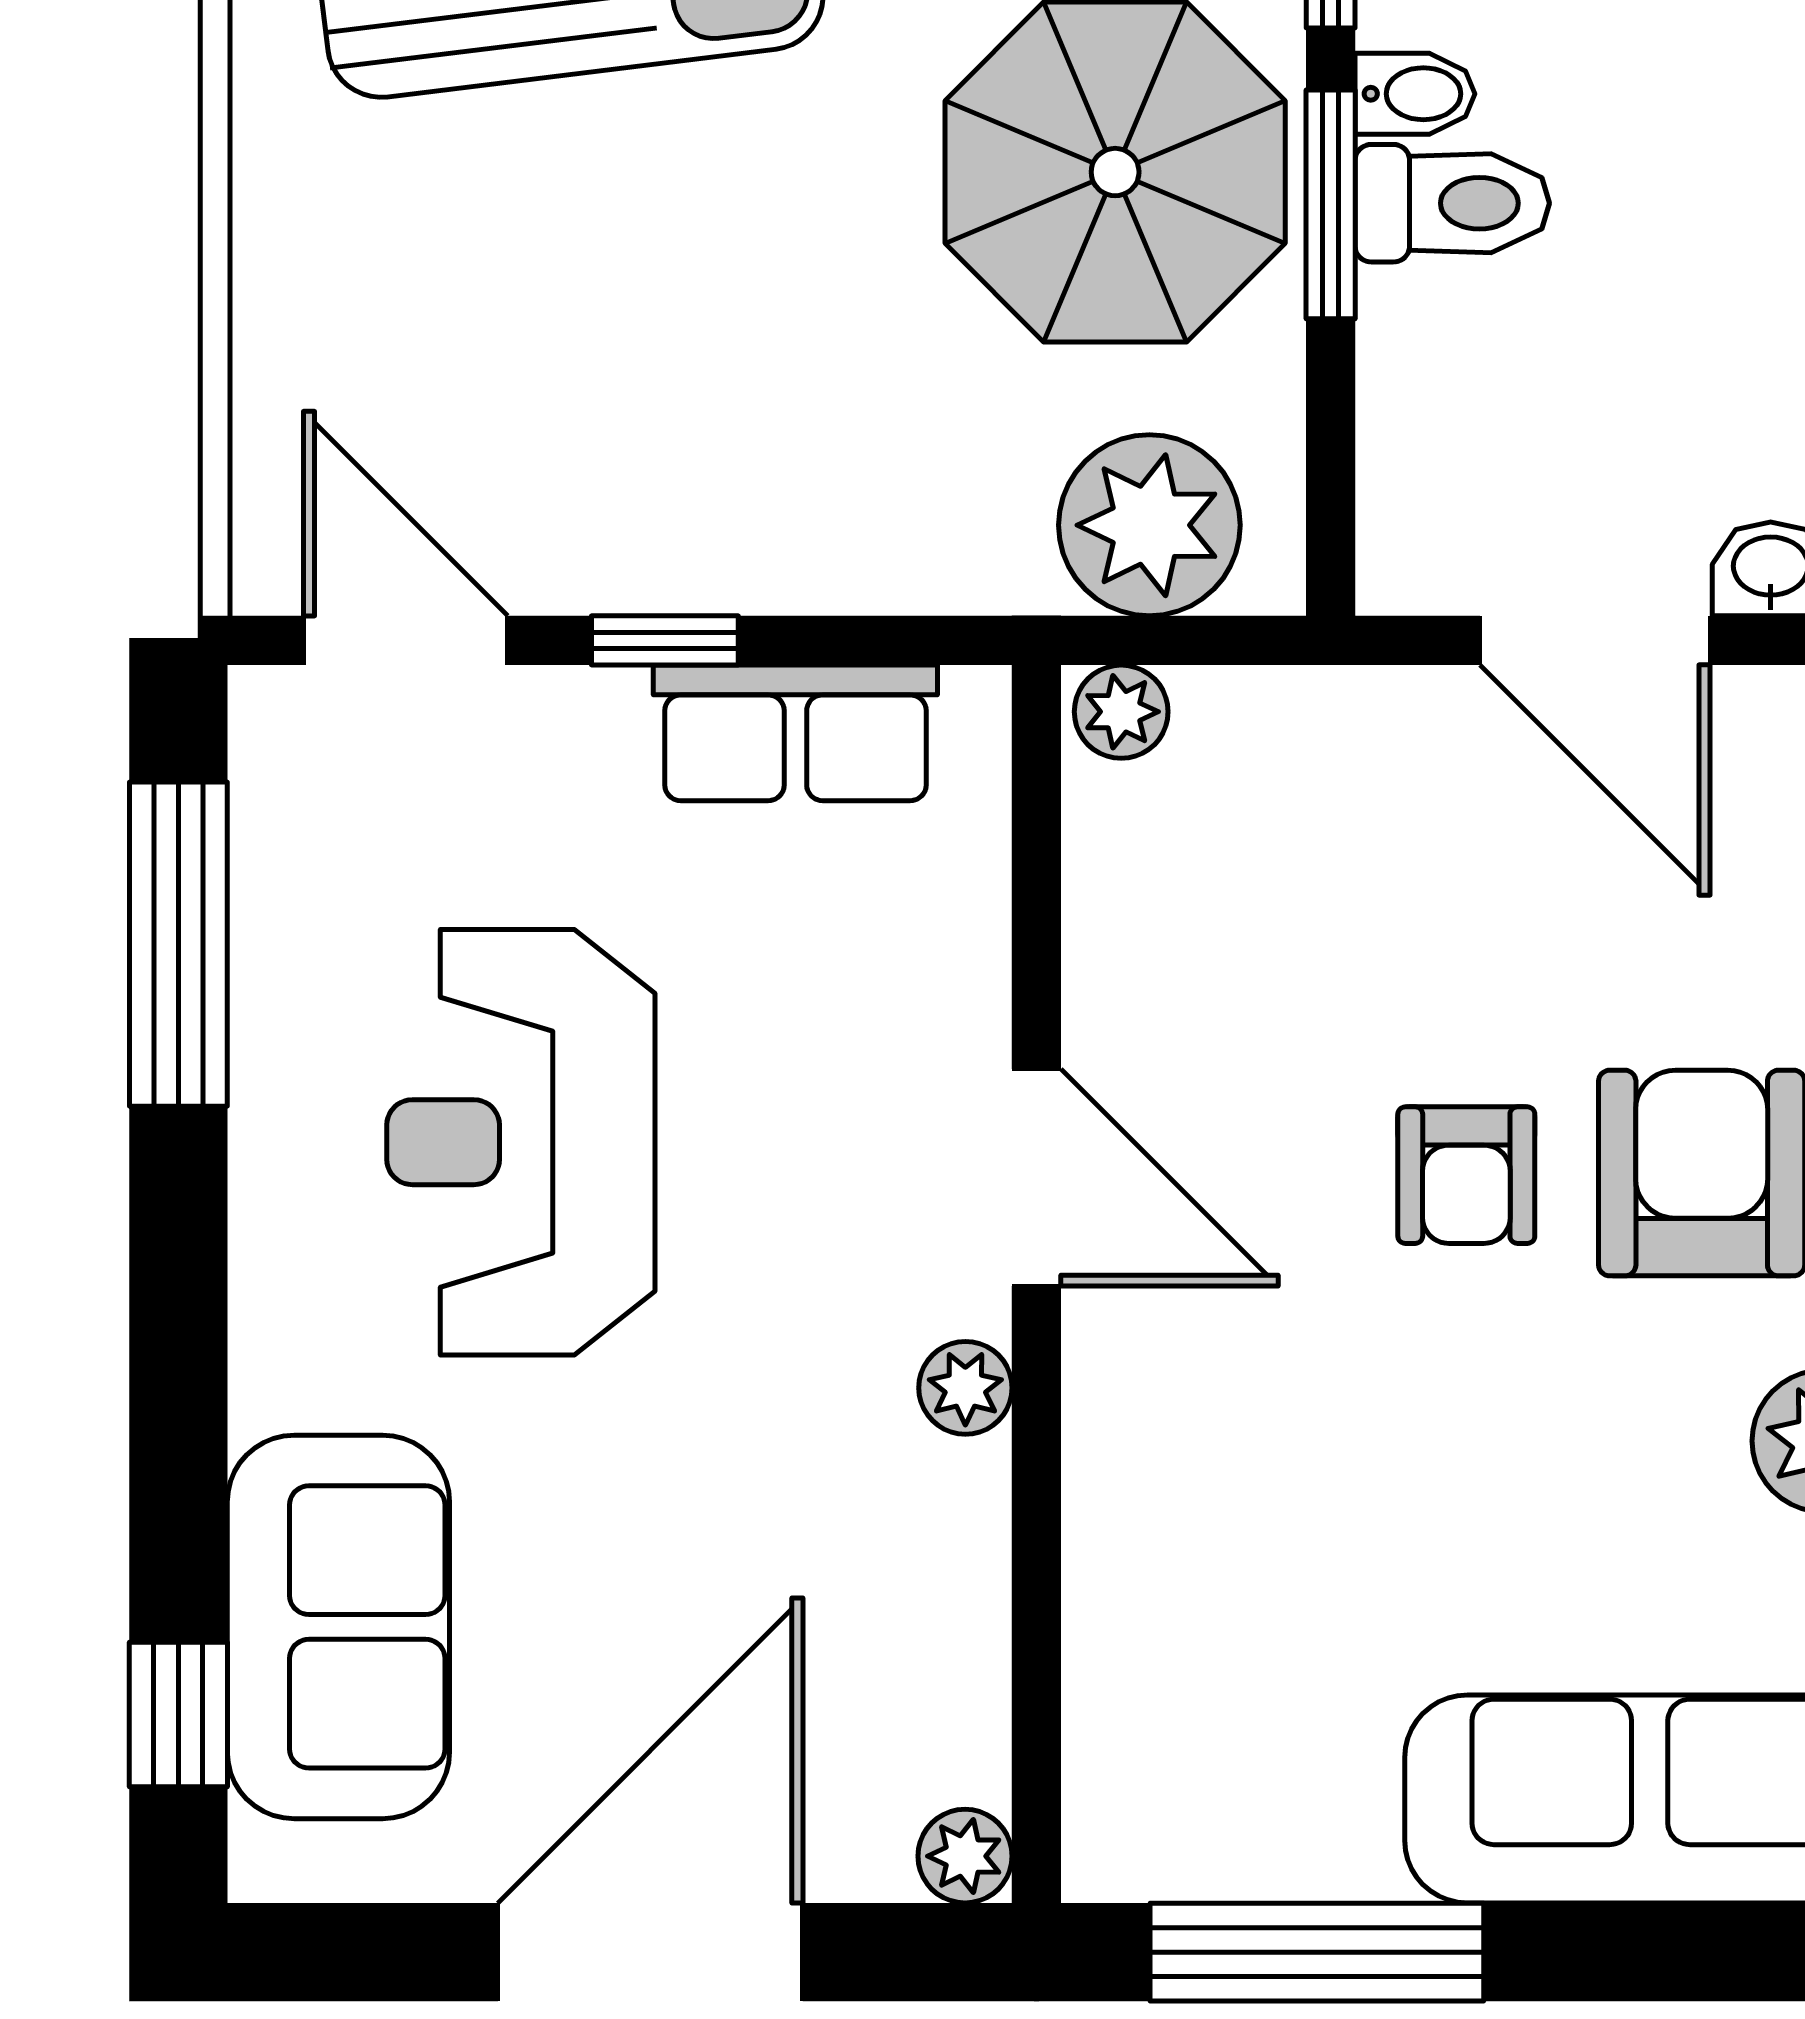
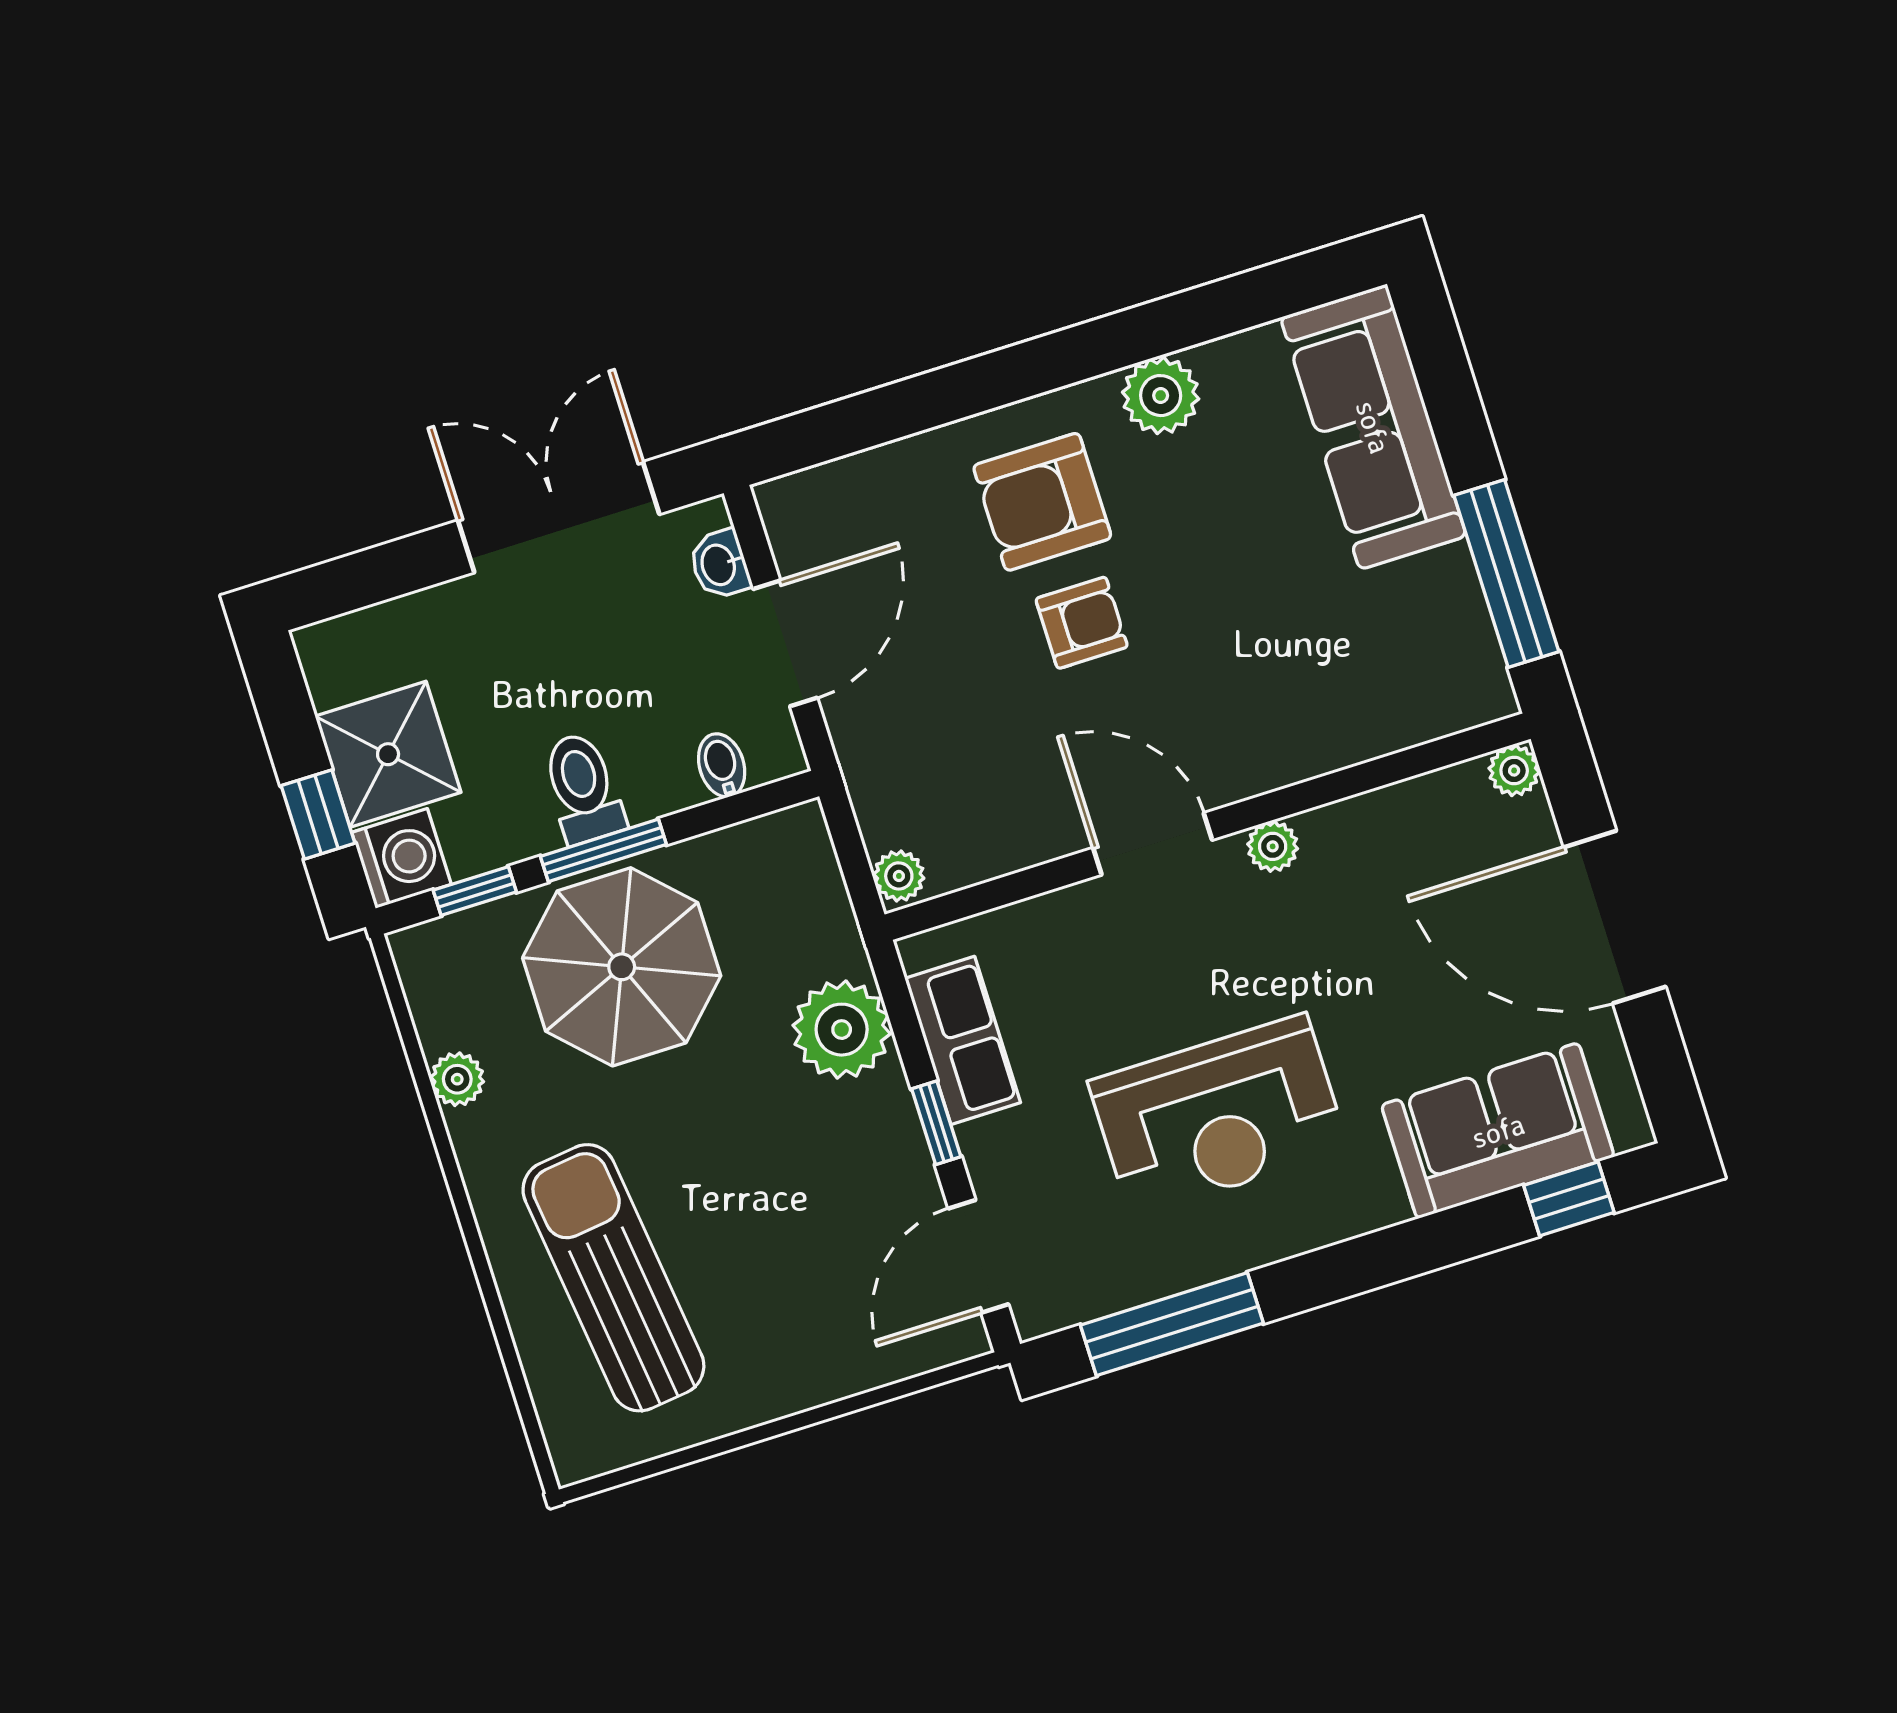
bidet: (1415, 94) -> (722, 765), moved
plant: (1149, 525) -> (842, 1030), moved
door: (1036, 1177) -> (1153, 844), hinge flipped

